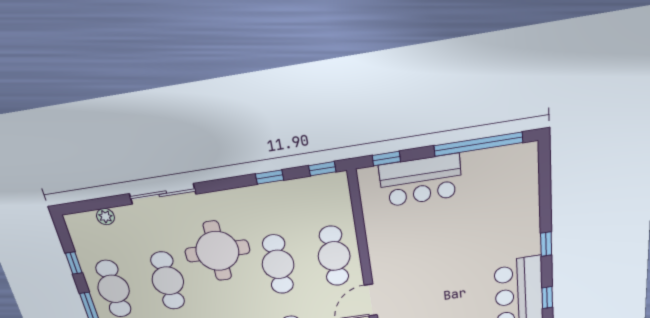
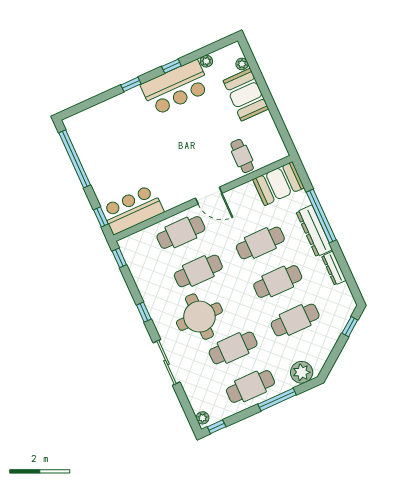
window: (270, 177) -> (144, 312), moved
bar counter: (421, 181) -> (133, 210), moved, turned -90
plant: (105, 217) -> (203, 418), moved
window: (74, 263) -> (217, 427), moved

